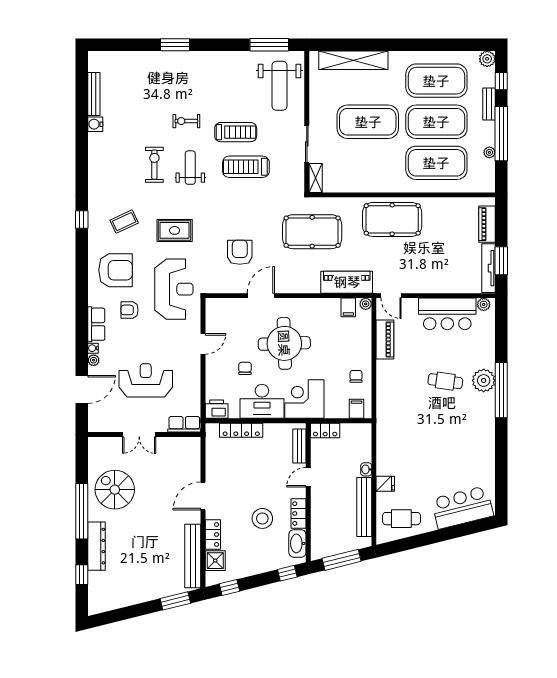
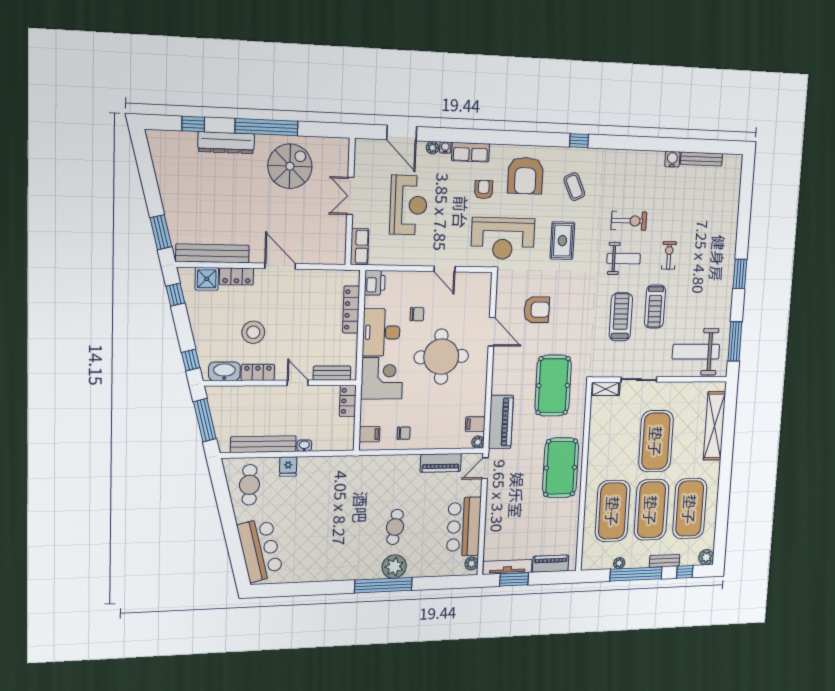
window: (175, 45) -> (740, 274), moved

